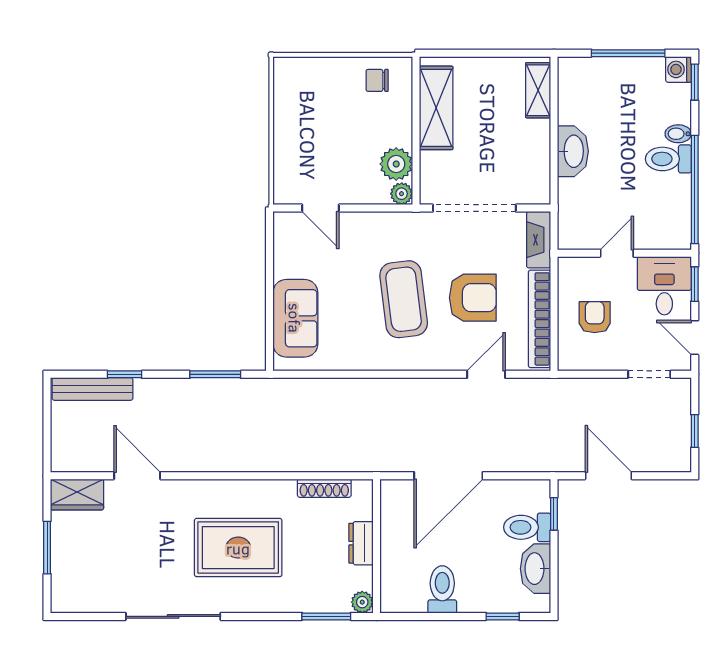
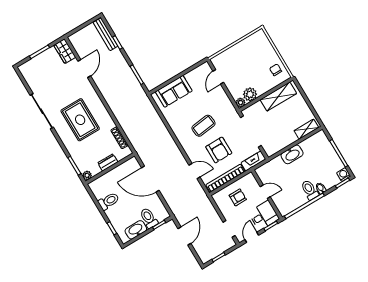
coffee table: (404, 299) -> (204, 126), width x0.73, depth x0.76

